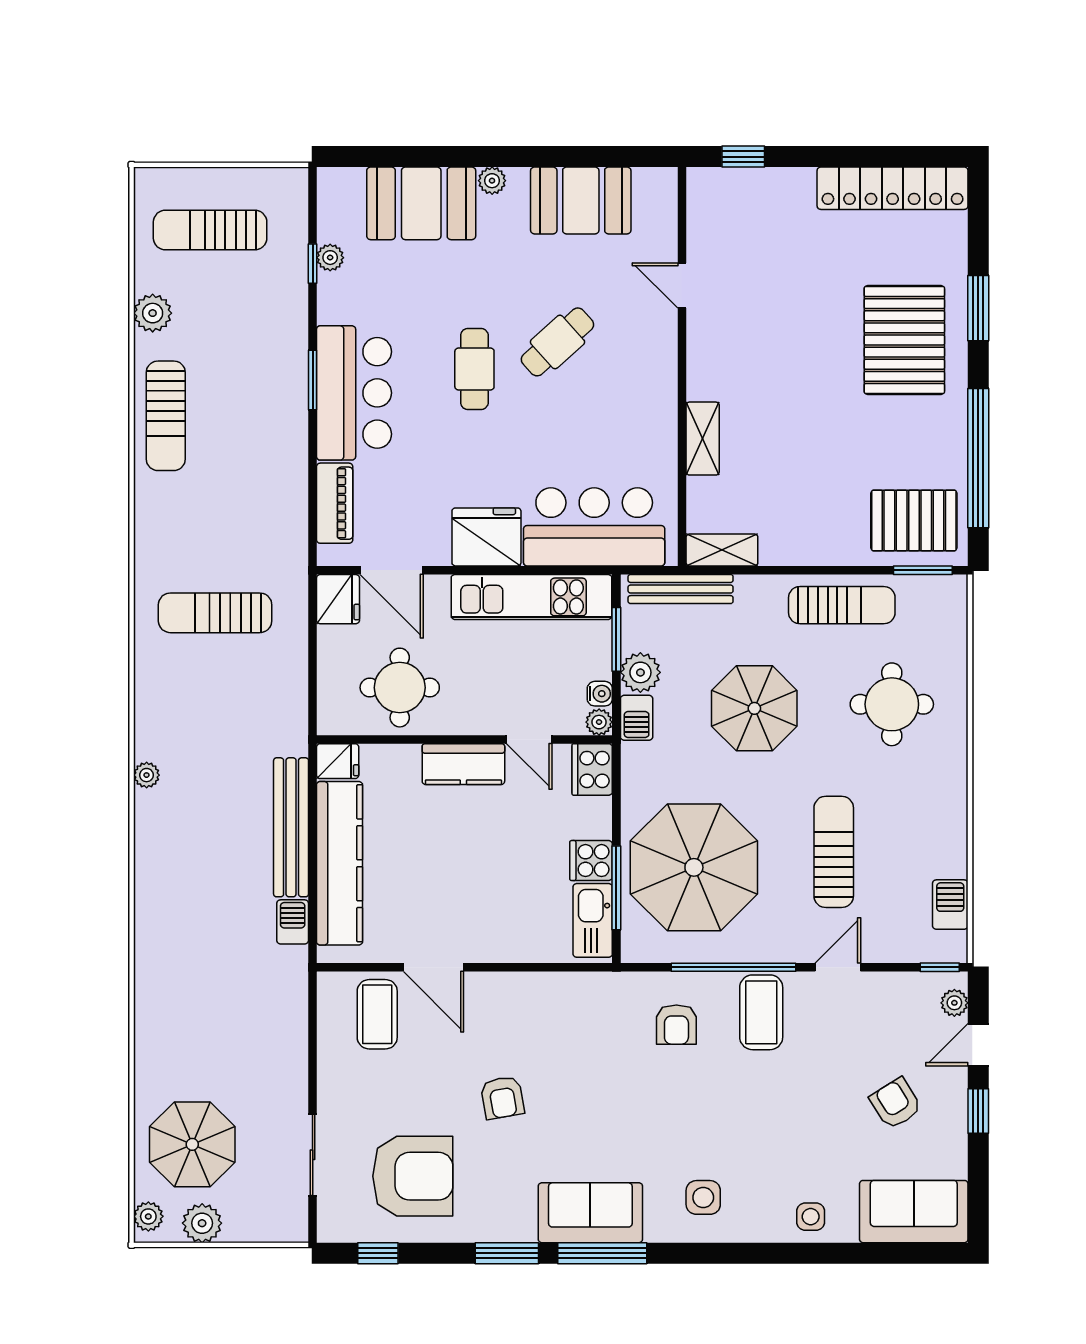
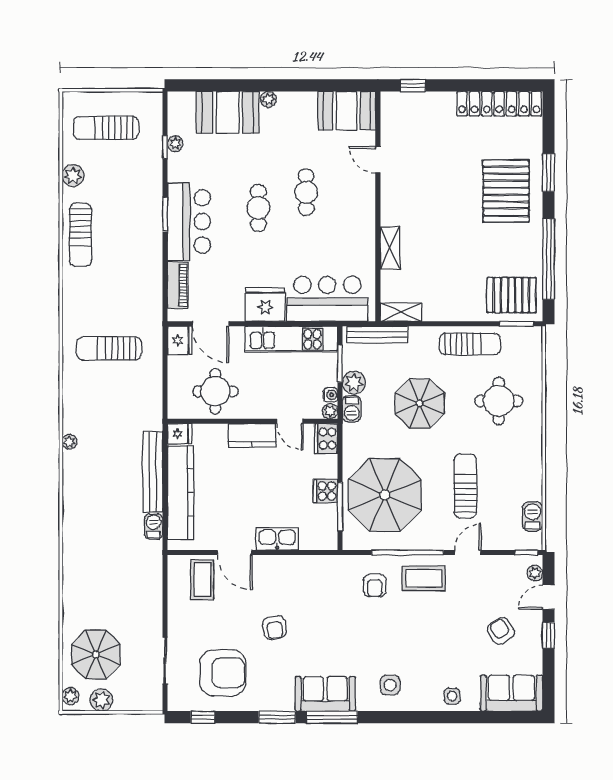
booth: (581, 200) -> (347, 111), moved
cafe table: (557, 342) -> (306, 192), turned -48
kitchen sink: (593, 920) -> (277, 539), moved, turned 90
coffee table: (761, 1012) -> (424, 578), turned 90

